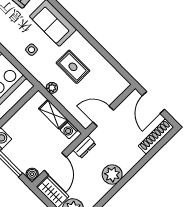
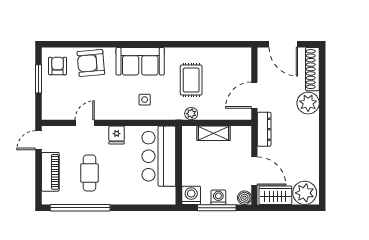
rug: (73, 67) -> (191, 80), turned 90
washing machine: (69, 130) -> (218, 197), moved, turned 180
dresser: (84, 147) -> (264, 129), width x1.44
plant: (112, 175) -> (308, 103), moved

